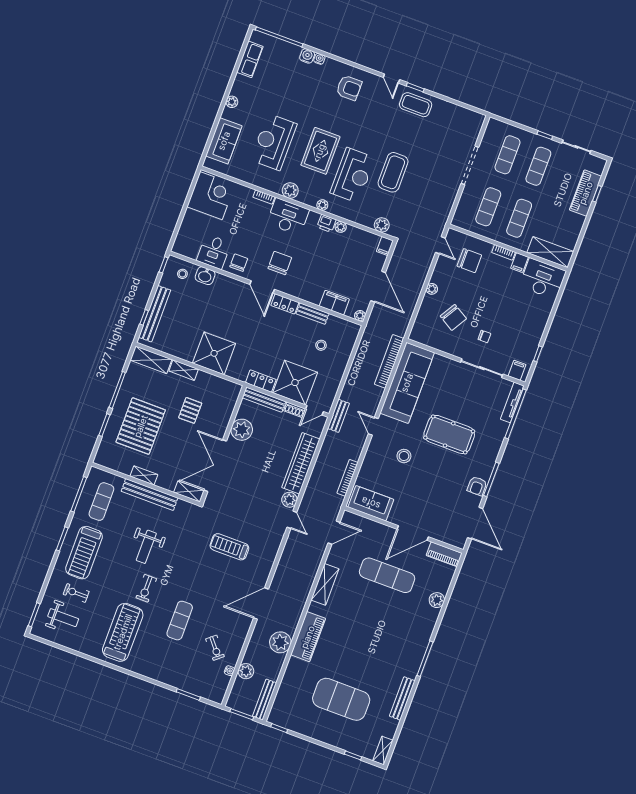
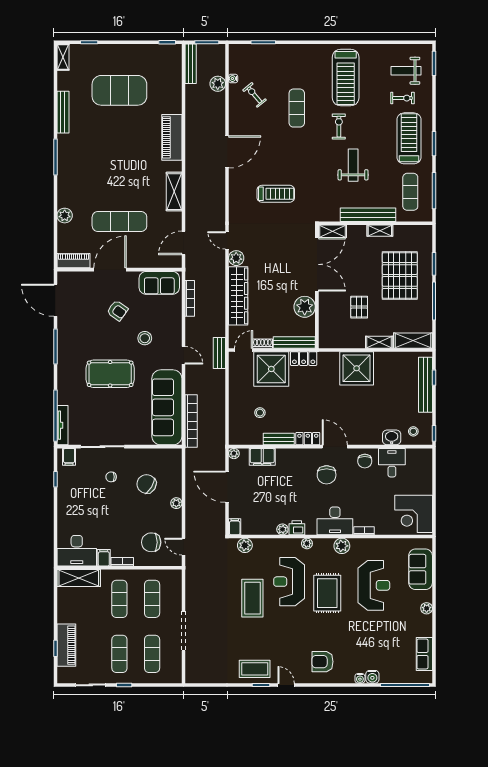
armchair: (477, 486) -> (117, 311), moved, turned 125
plant: (280, 642) -> (196, 122), removed

